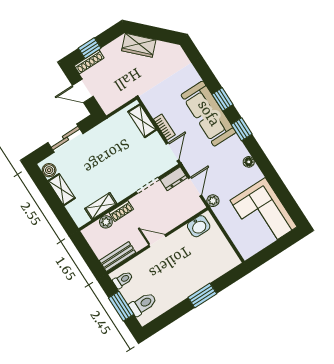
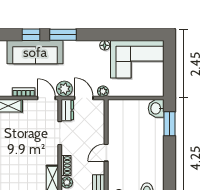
window: (242, 129) -> (63, 35), width x1.50
floor lamp: (249, 162) -> (105, 45), moved
plant: (192, 163) -> (64, 89), added
washbasin: (199, 226) -> (156, 108), moved, turned 180
window: (202, 296) -> (169, 124), moved

